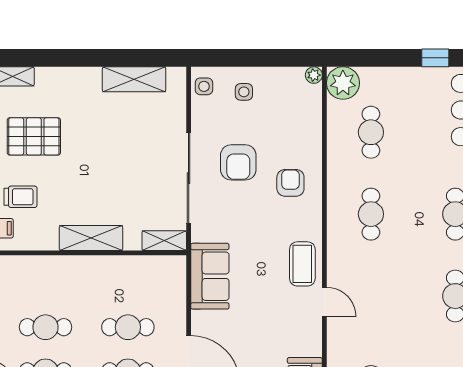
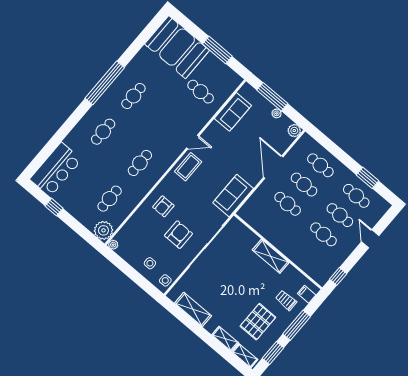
pallet: (34, 136) -> (258, 322), turned 90
shelving: (164, 241) -> (225, 339), moved
door: (324, 302) -> (193, 142), swing flipped

